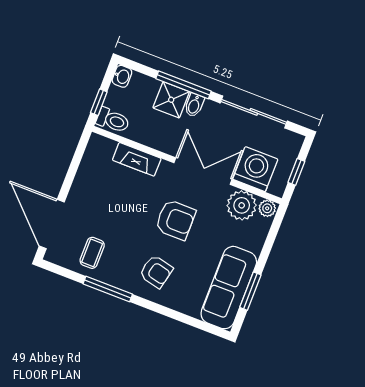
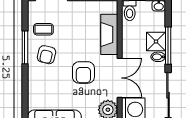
fireplace: (137, 159) -> (109, 34), width x1.37, depth x1.32
armchair: (156, 272) -> (47, 55), moved

